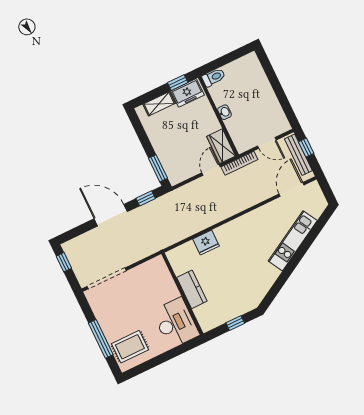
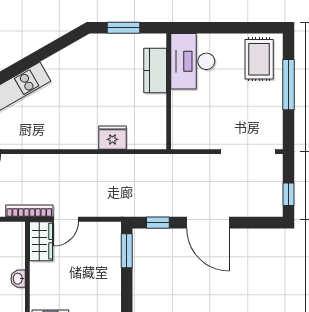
kitchen counter: (192, 289) -> (155, 70), moved
window: (235, 323) -> (123, 28), width x1.50
rug: (130, 347) -> (259, 59), turned 90

